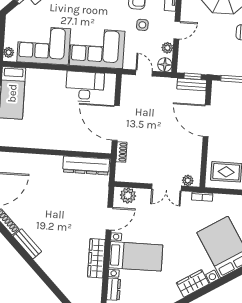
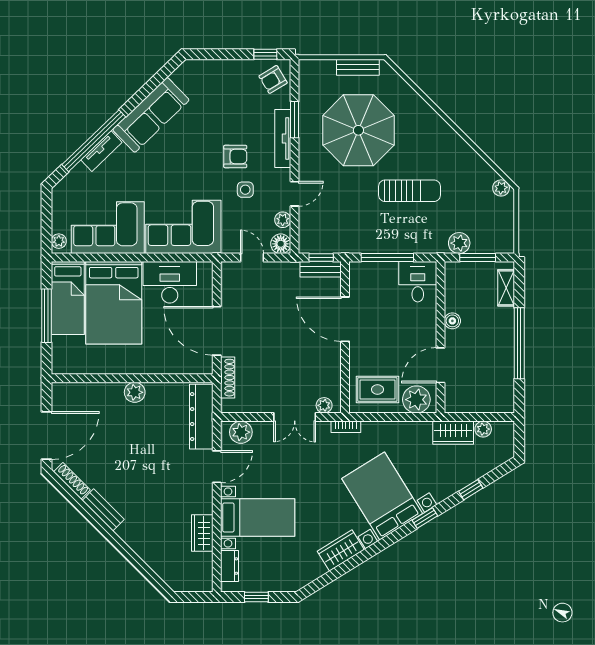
bed: (44, 98) -> (114, 303), added
shoe rack: (121, 152) -> (228, 378), width x1.43
plant: (55, 162) -> (135, 392), added
dresser: (86, 165) -> (201, 417), moved, turned 90
wardrobe: (96, 258) -> (202, 533), width x0.67

